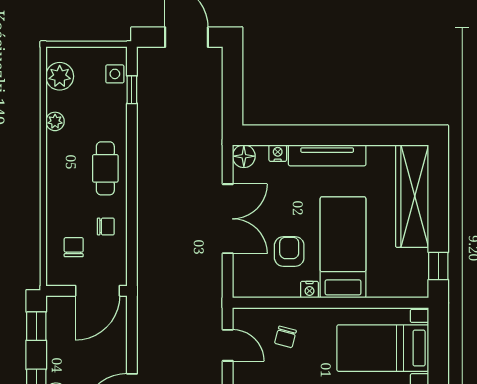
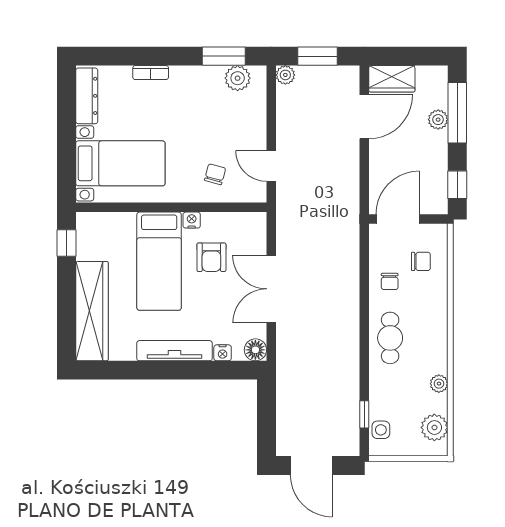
chair: (106, 226) -> (390, 281), turned -90
chair: (74, 247) -> (421, 261), turned -90

